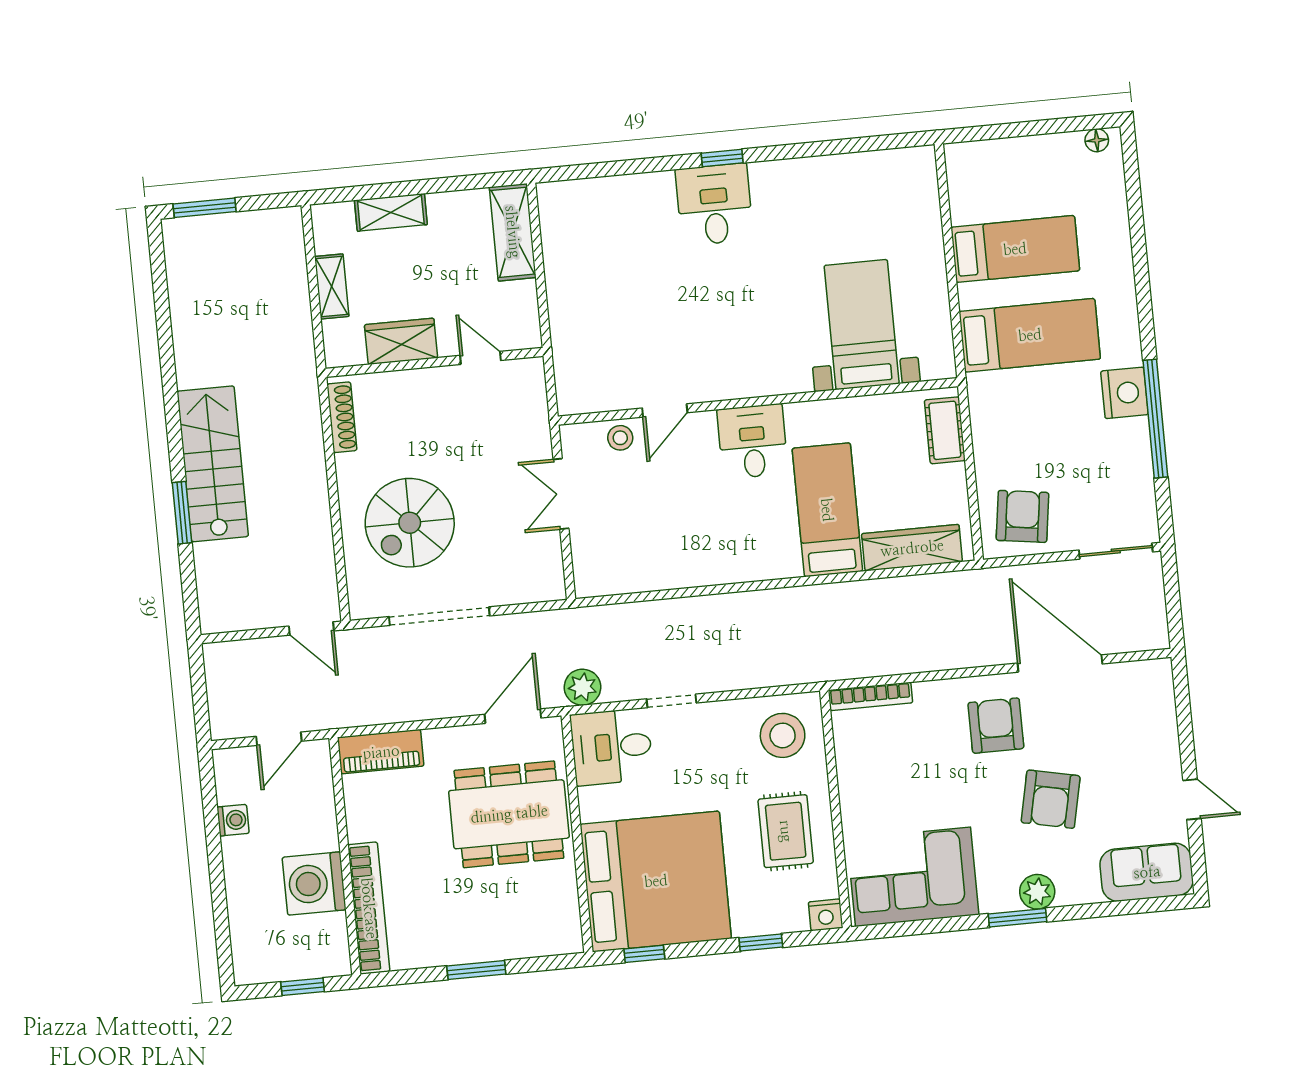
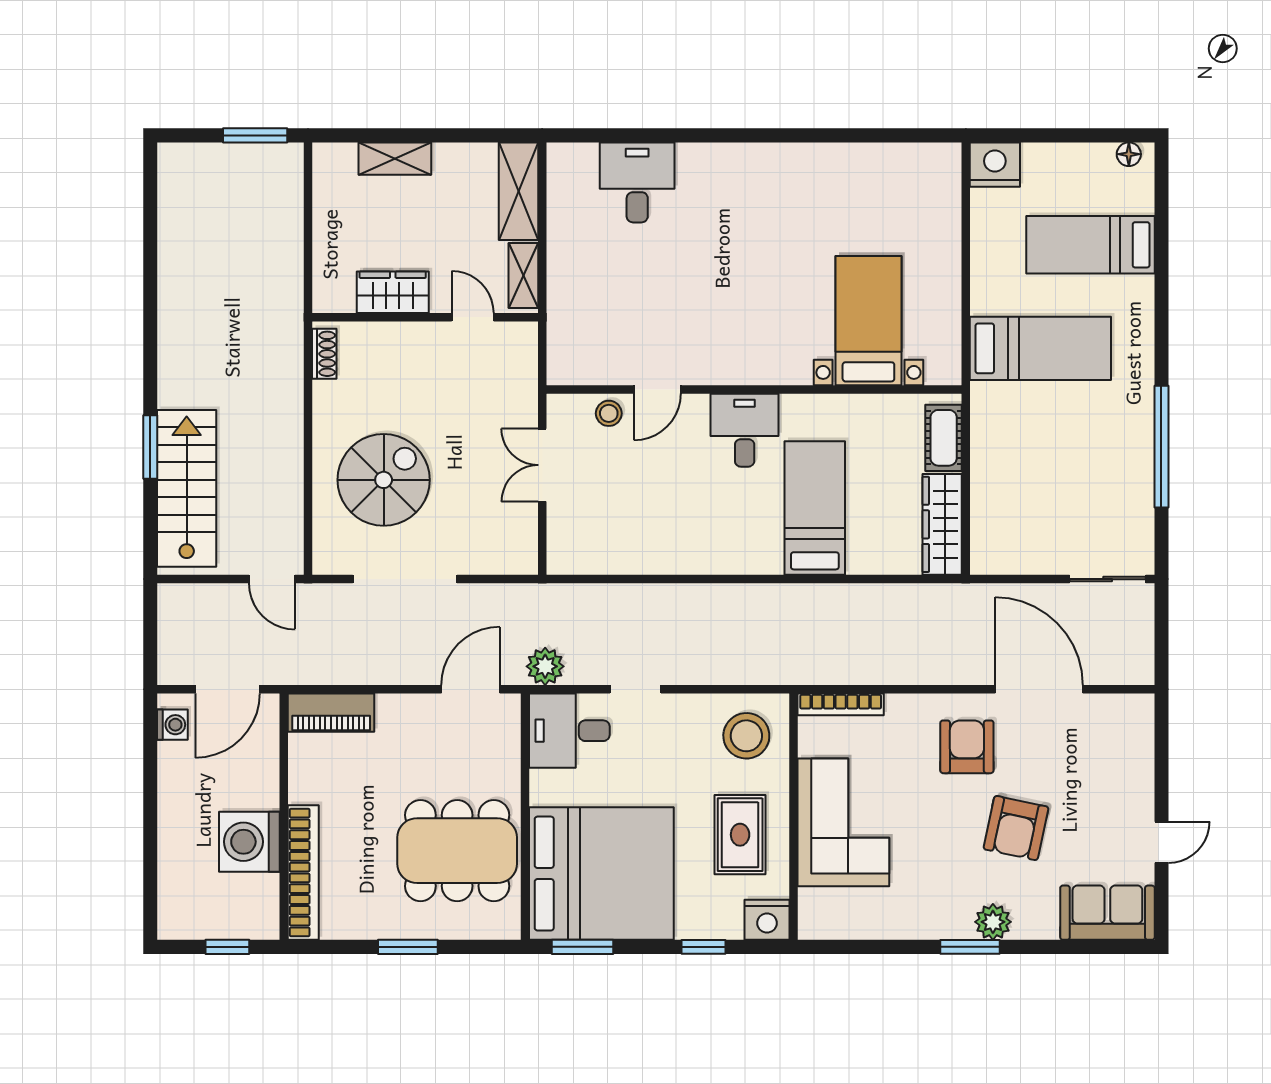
window: (722, 158) -> (741, 135), removed
desk: (714, 204) -> (637, 182), moved
window: (205, 208) -> (255, 135), moved
bed: (1015, 249) -> (1090, 245), moved, turned 180
shelving: (332, 286) -> (523, 275), moved
nightstand: (1124, 393) -> (995, 165), moved, turned -90
shoe rack: (342, 417) -> (324, 354), width x0.70
stairs: (213, 464) -> (187, 488), moved
armchair: (1022, 516) -> (1015, 534), removed
spiral stairs: (410, 523) -> (384, 480), turned 180
wardrobe: (912, 548) -> (942, 524), moved, turned -90
door: (279, 739) -> (228, 689), width x1.38
door: (1192, 799) -> (1161, 842), hinge flipped
dining table: (509, 814) -> (457, 851), moved
washing machine: (233, 820) -> (172, 725), moved
corner sofa: (913, 877) -> (843, 822), moved, turned 90
nightstand: (826, 915) -> (767, 920), width x1.36, depth x1.33
window: (644, 954) -> (582, 947), width x1.50

